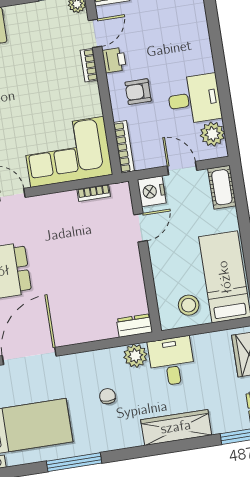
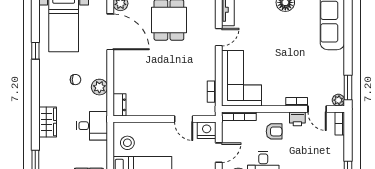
armchair: (138, 92) -> (274, 131), turned 90
plant: (135, 356) -> (99, 87), moved
wardrobe: (176, 427) -> (48, 122), width x0.67
window: (74, 462) -> (35, 51), width x0.46

